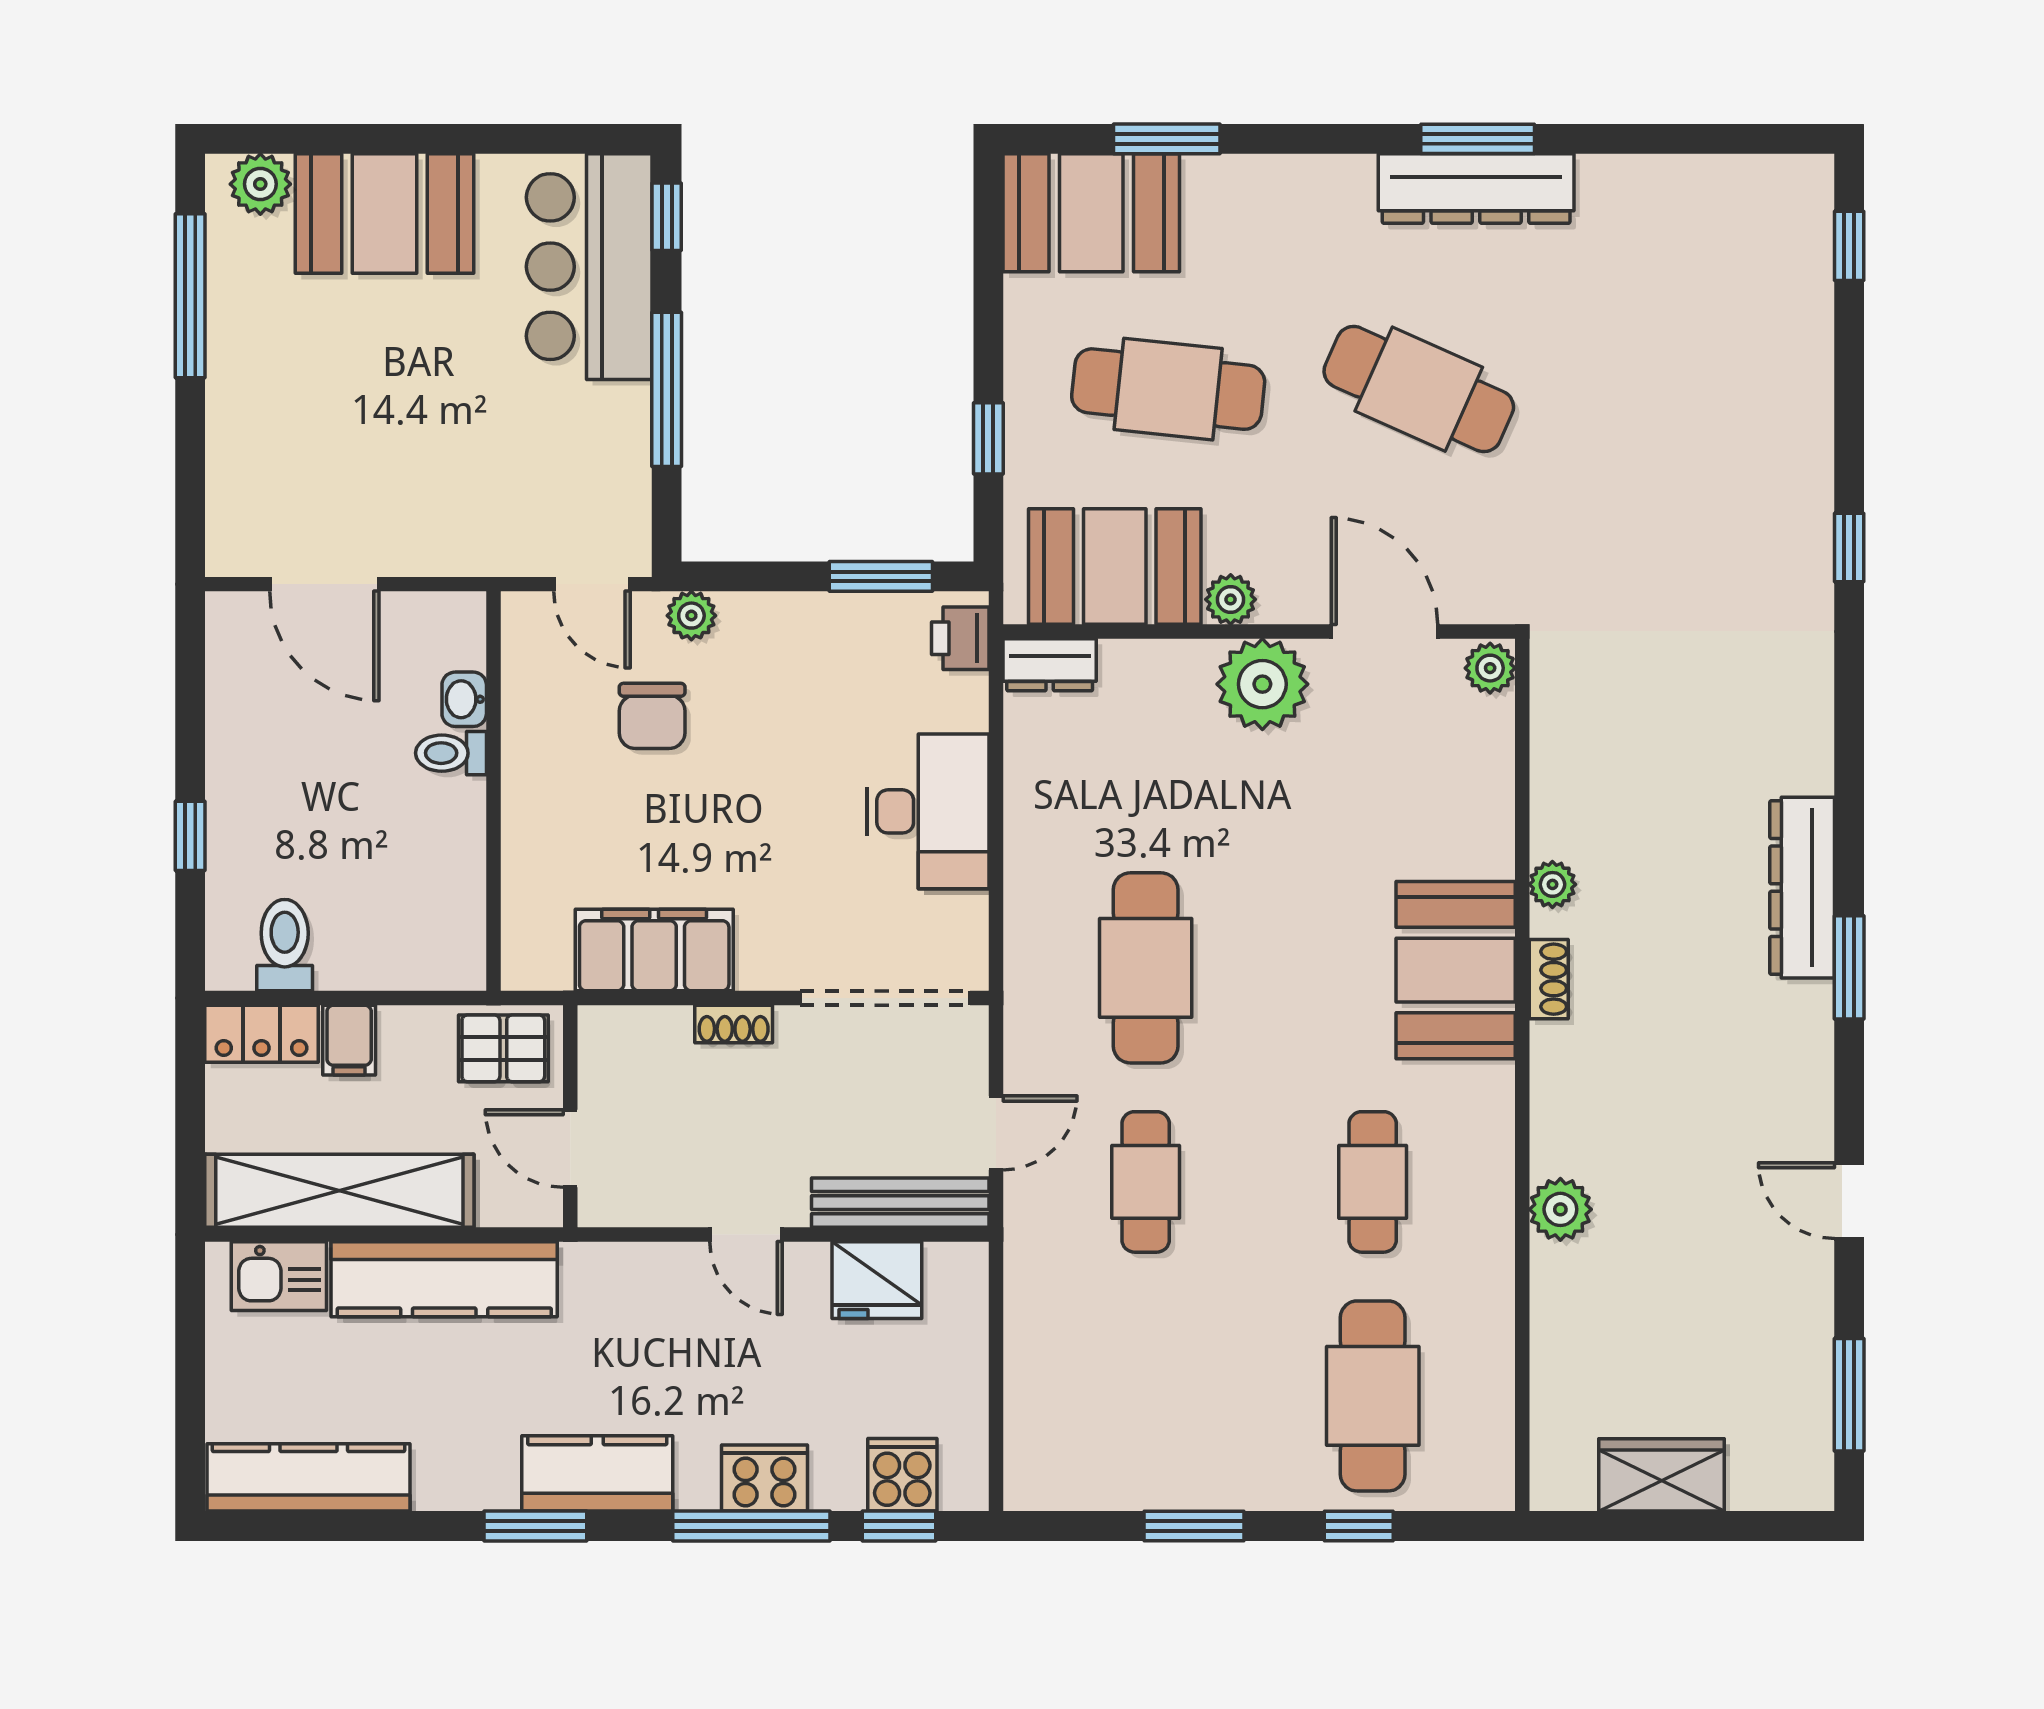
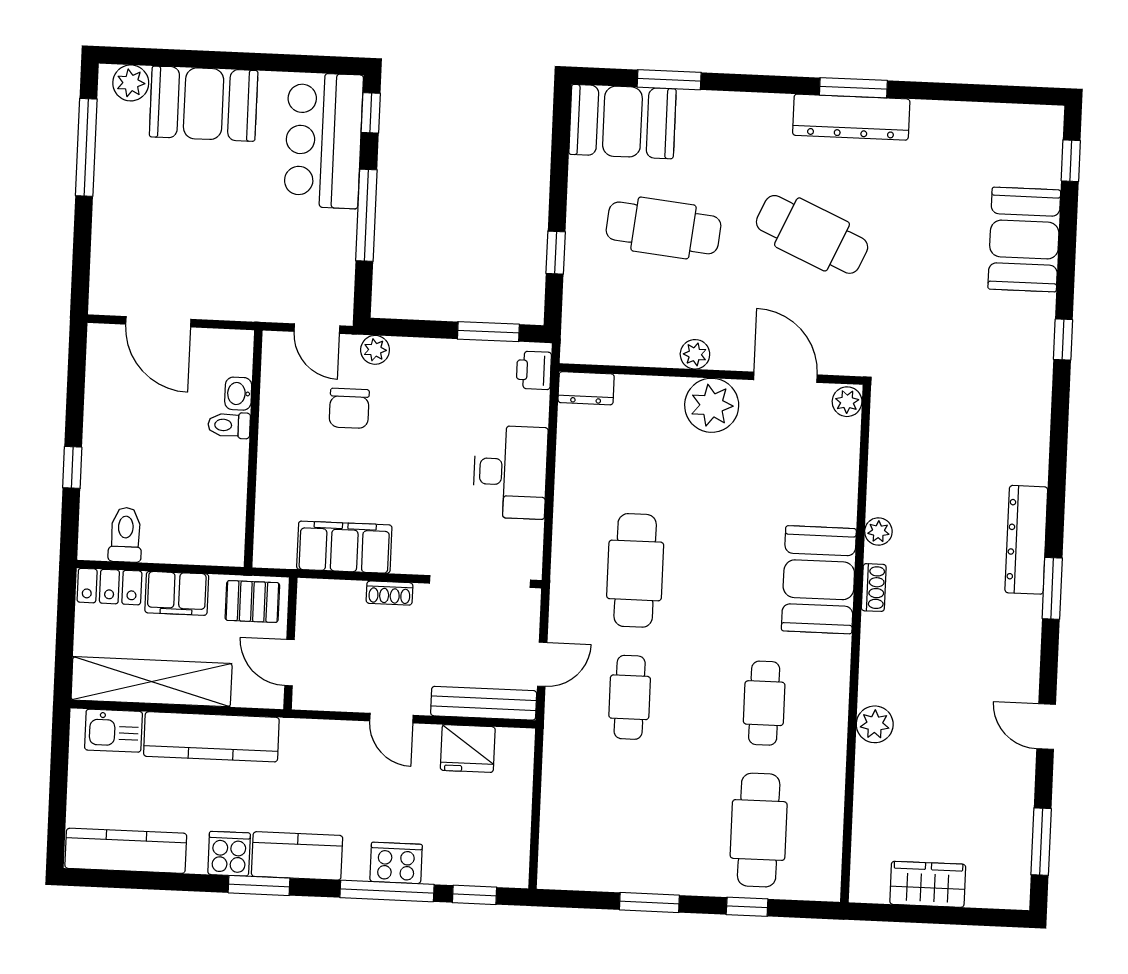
booth: (1115, 567) -> (1024, 240), moved, turned 90
filing cabinet: (349, 1040) -> (177, 593), width x2.00
cooker: (902, 1475) -> (229, 854), moved

